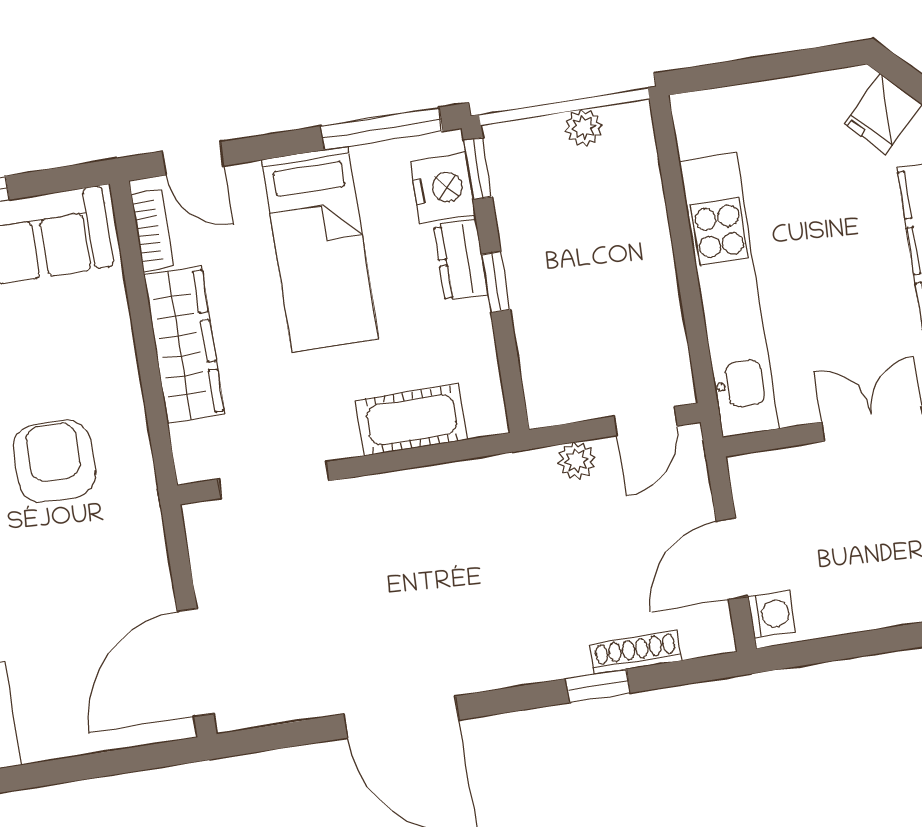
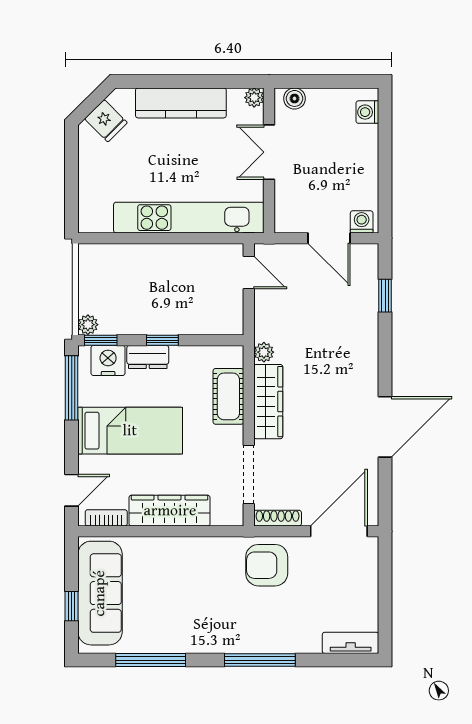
plant: (584, 128) -> (88, 325), moved
plant: (577, 460) -> (264, 352), moved
armchair: (54, 461) -> (267, 565), moved
wardrobe: (414, 495) -> (268, 402), added
shoe rack: (636, 653) -> (278, 518), moved, turned 90
door: (195, 662) -> (339, 531), swing flipped
window: (598, 686) -> (385, 296), moved

